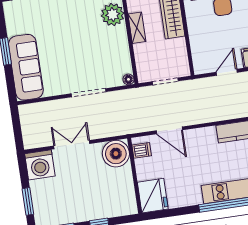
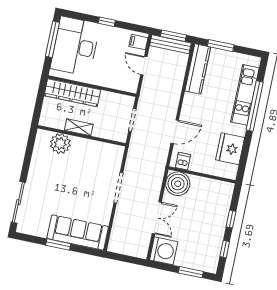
floor lamp: (128, 79) -> (119, 150), removed
double door: (72, 145) -> (157, 218), swing flipped
fridge: (153, 196) -> (230, 149), moved, turned -90

